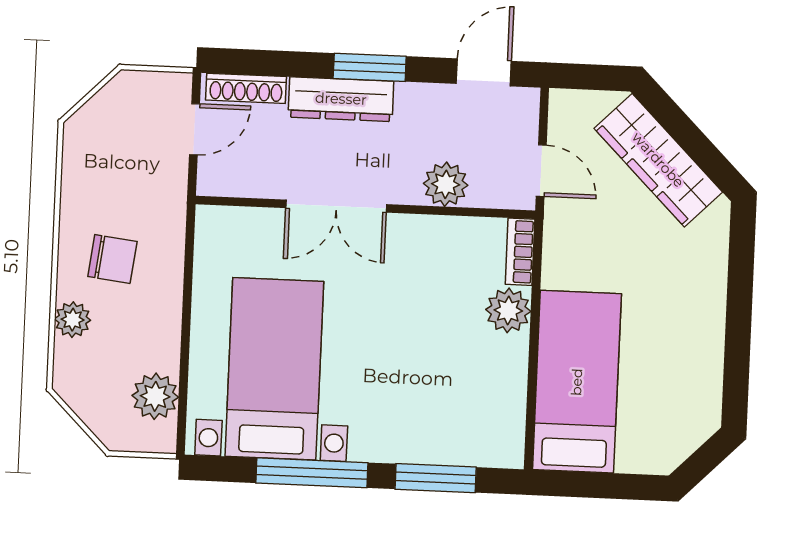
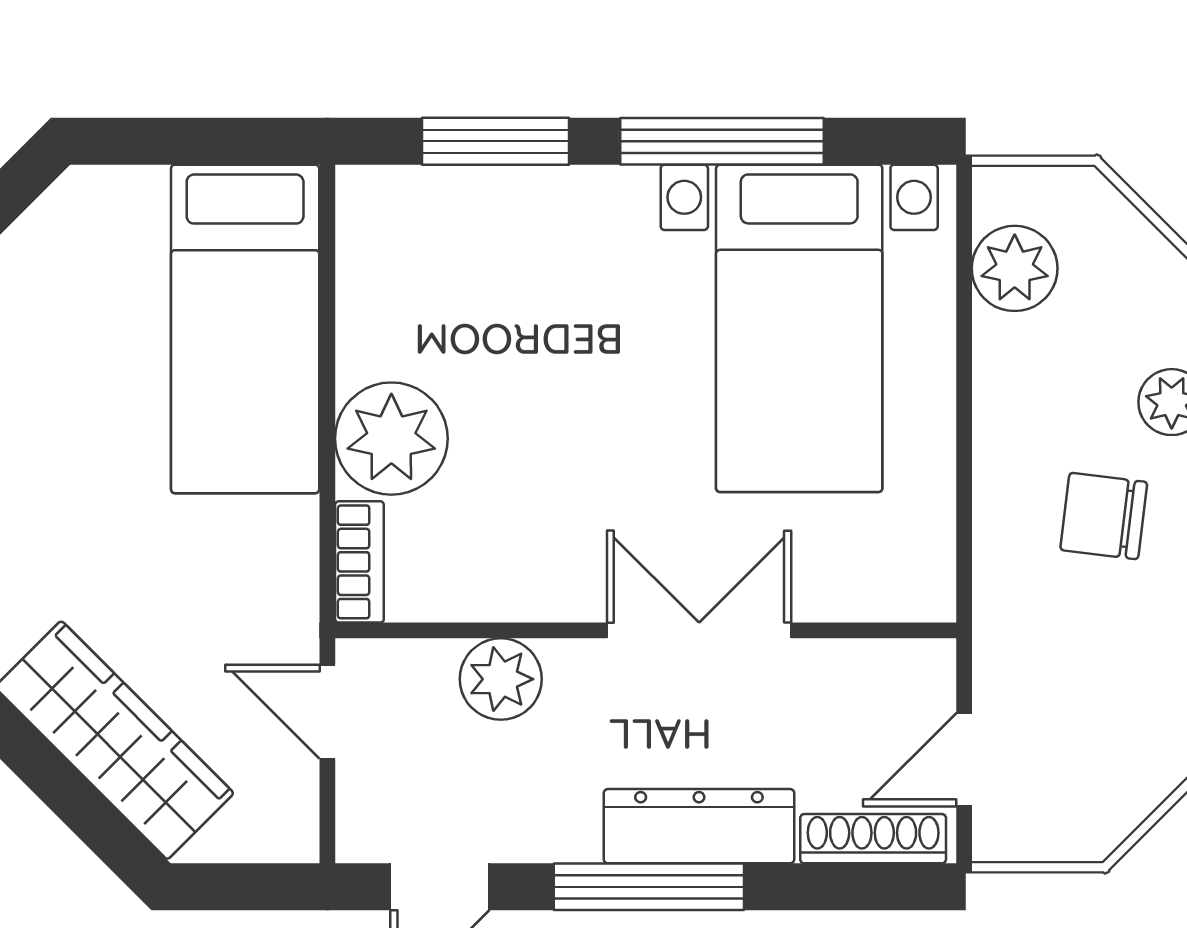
window: (370, 67) -> (649, 887), width x1.44
plant: (508, 310) -> (391, 439), width x1.36, depth x1.36

